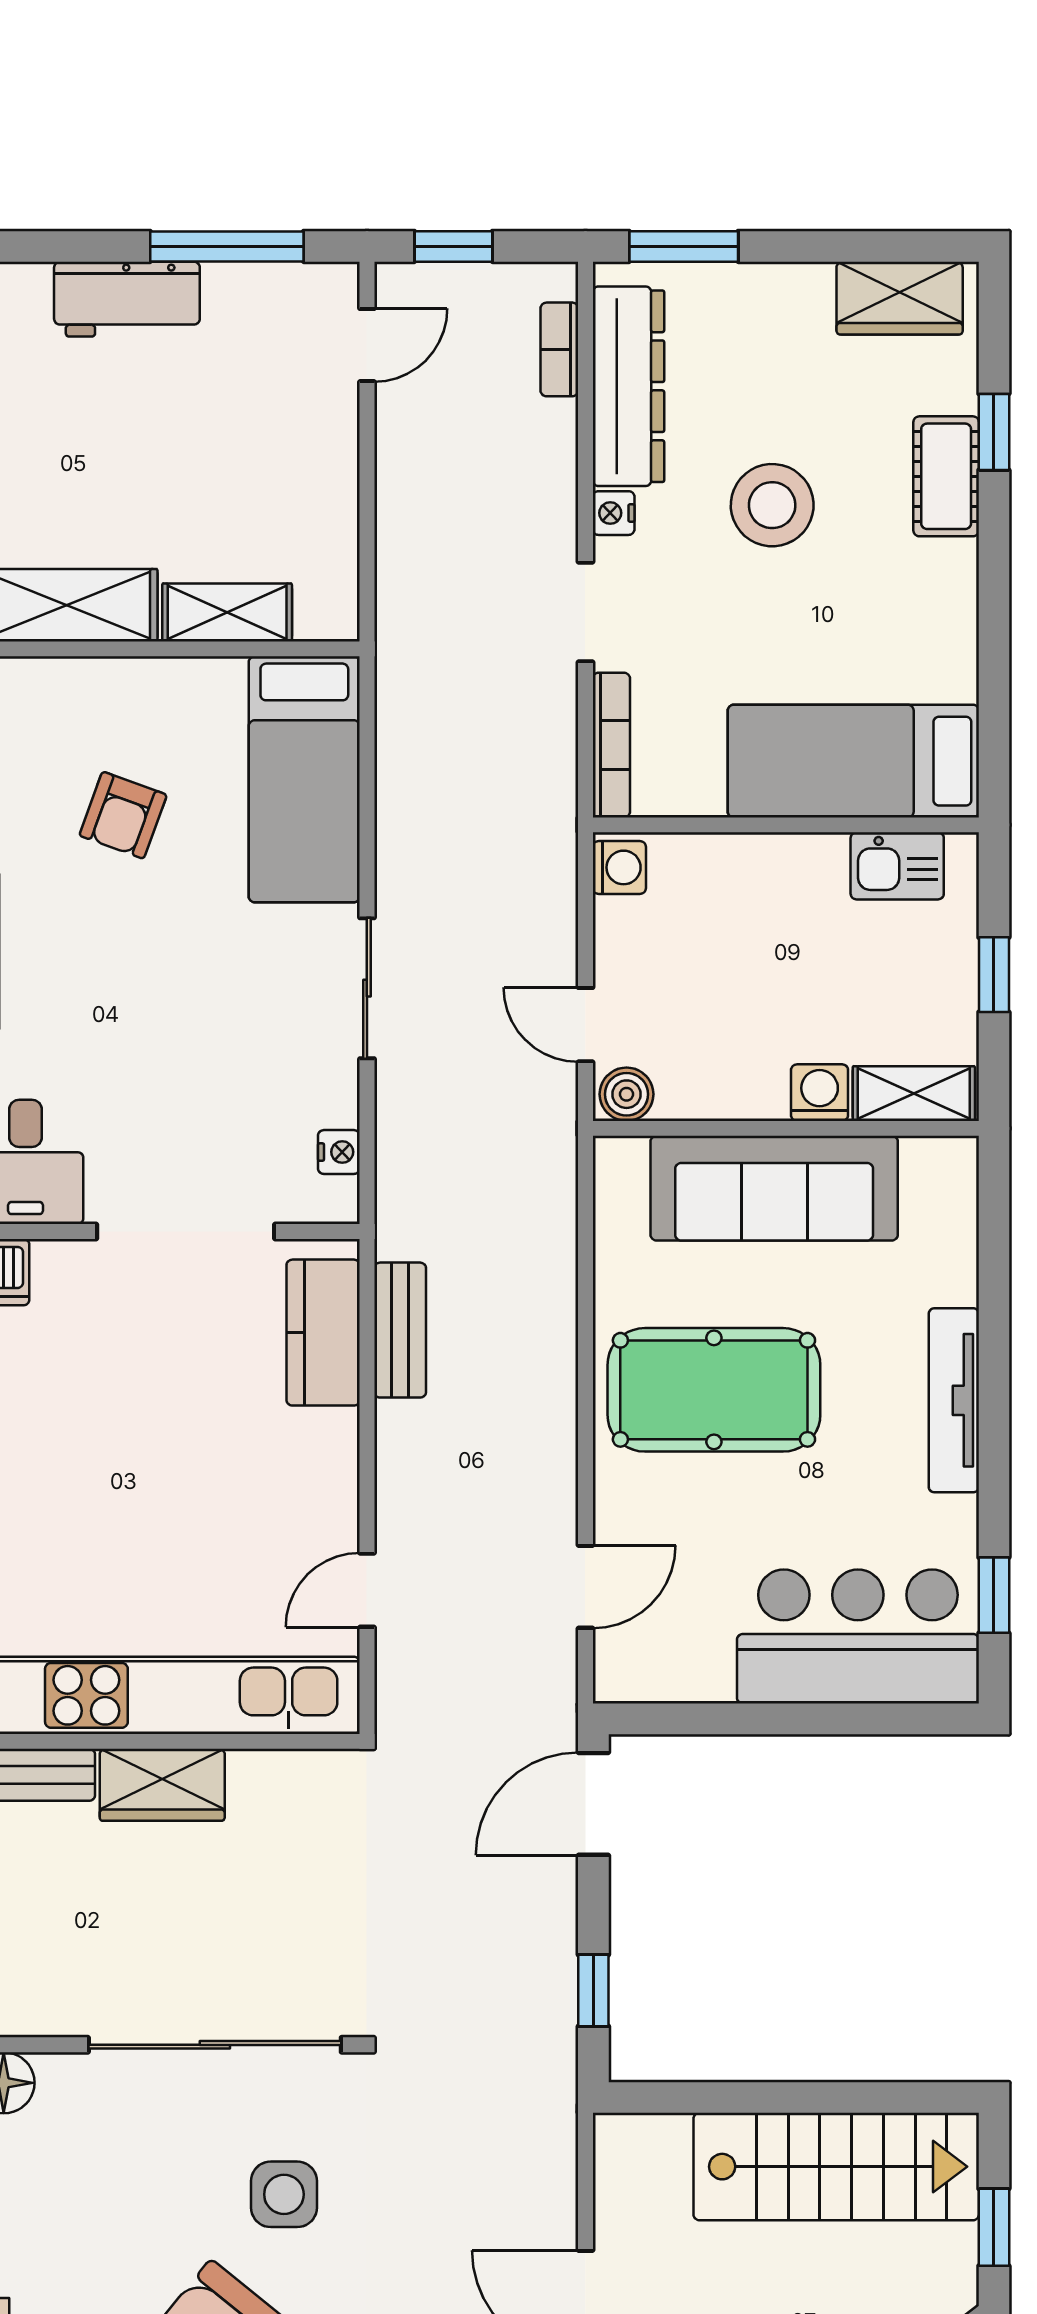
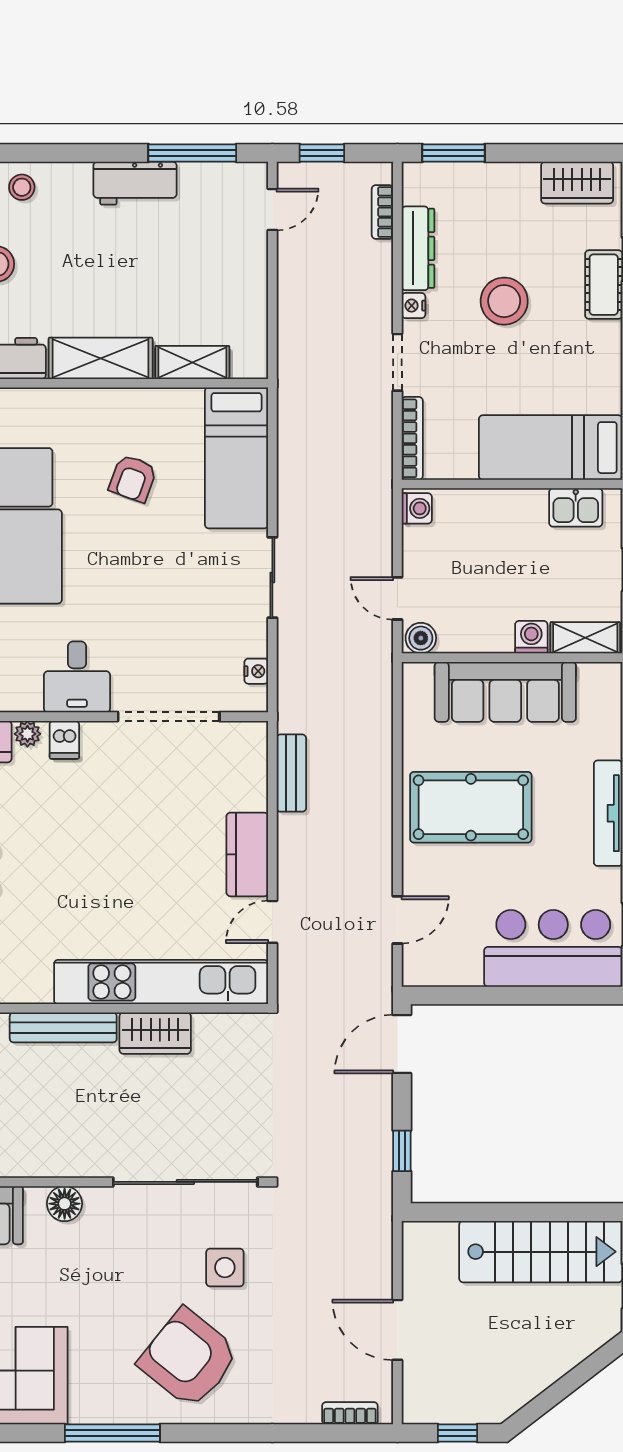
dresser: (628, 386) -> (418, 248), width x0.73, depth x0.80
kitchen counter: (323, 1333) -> (247, 854), moved

